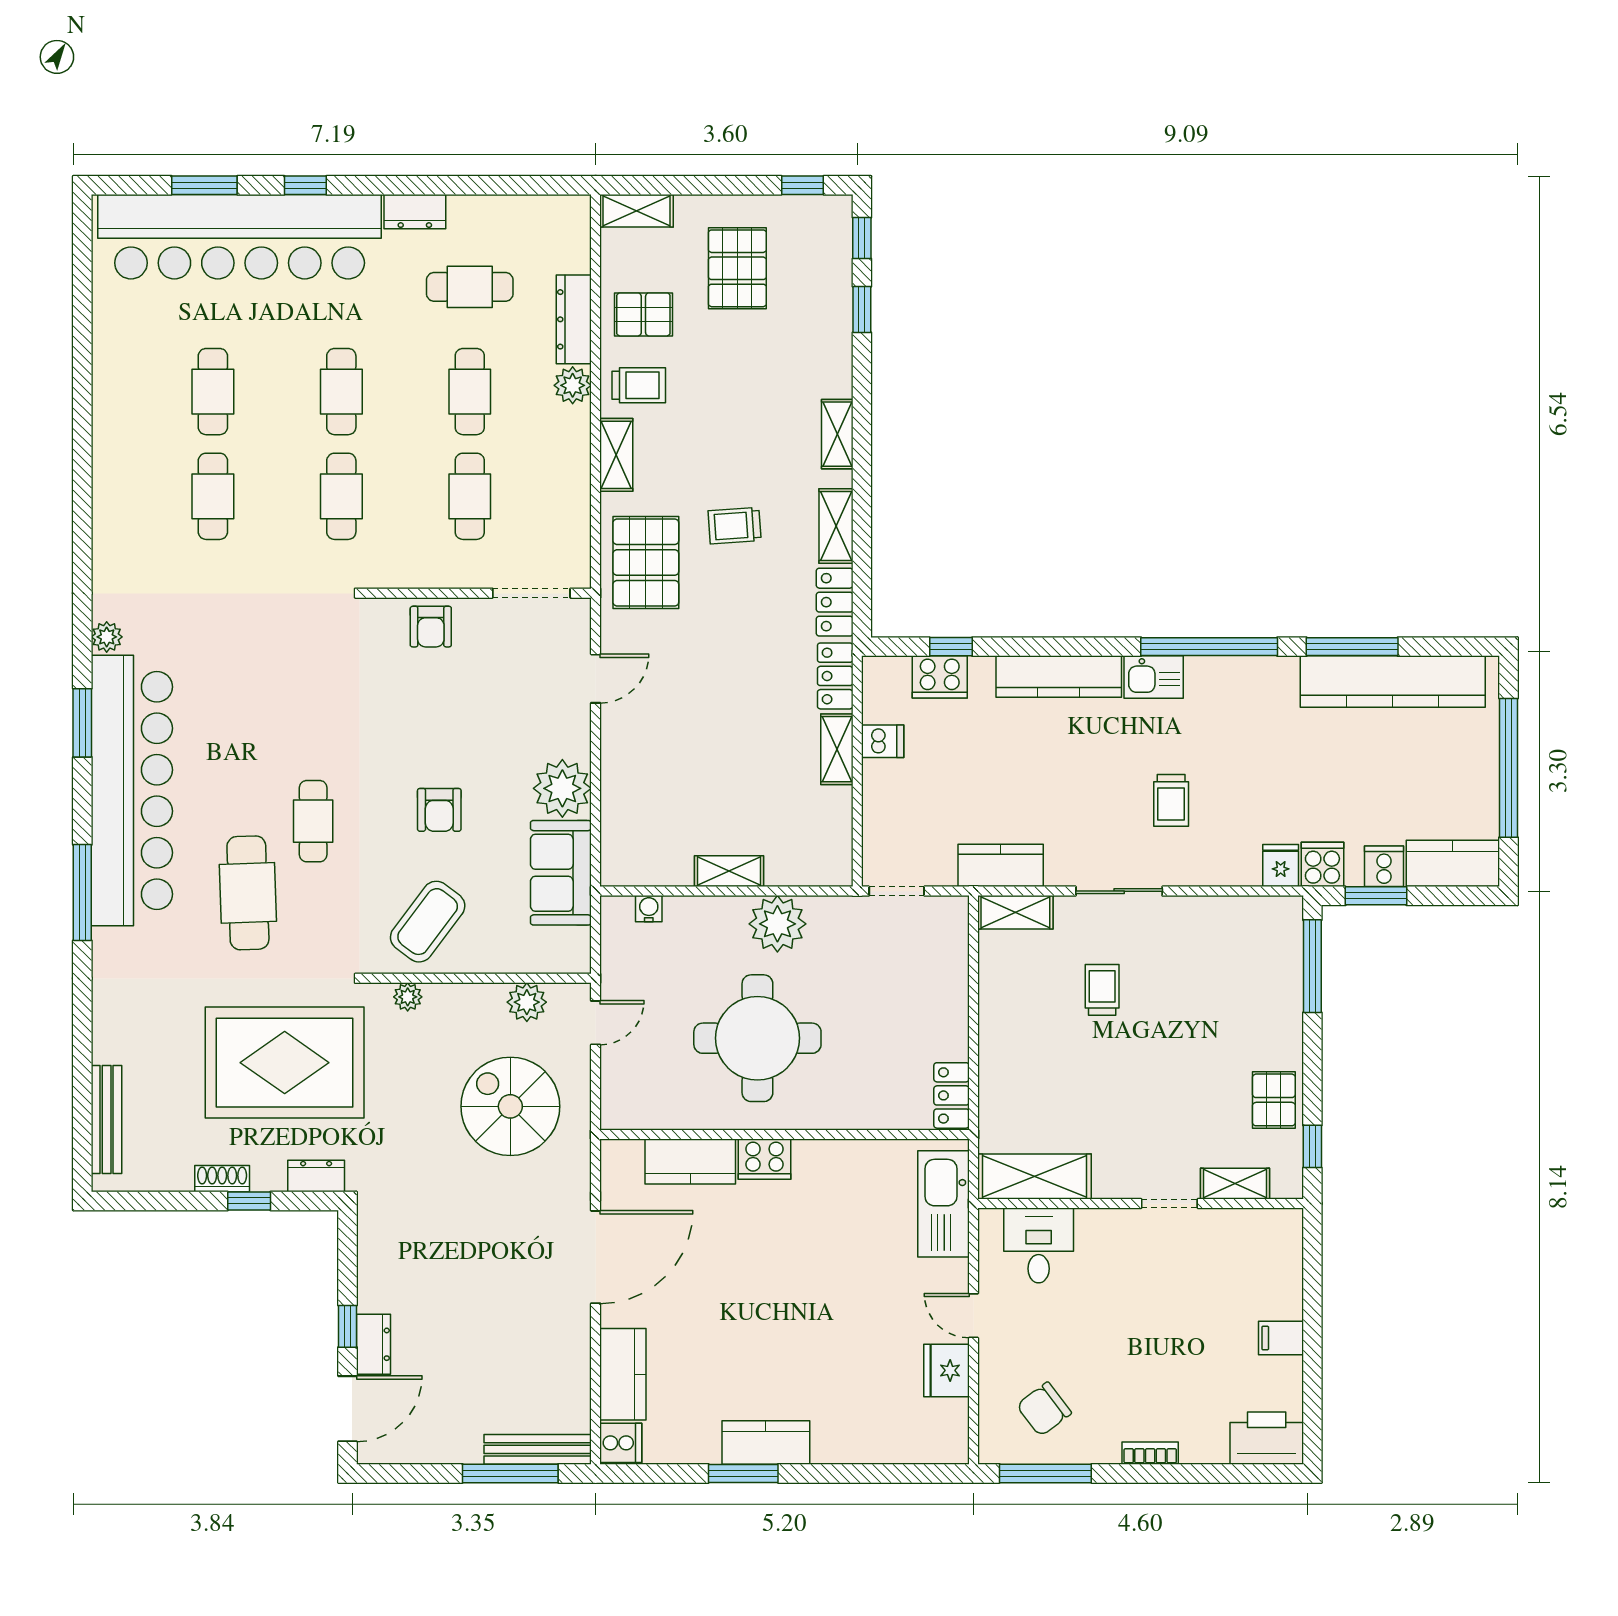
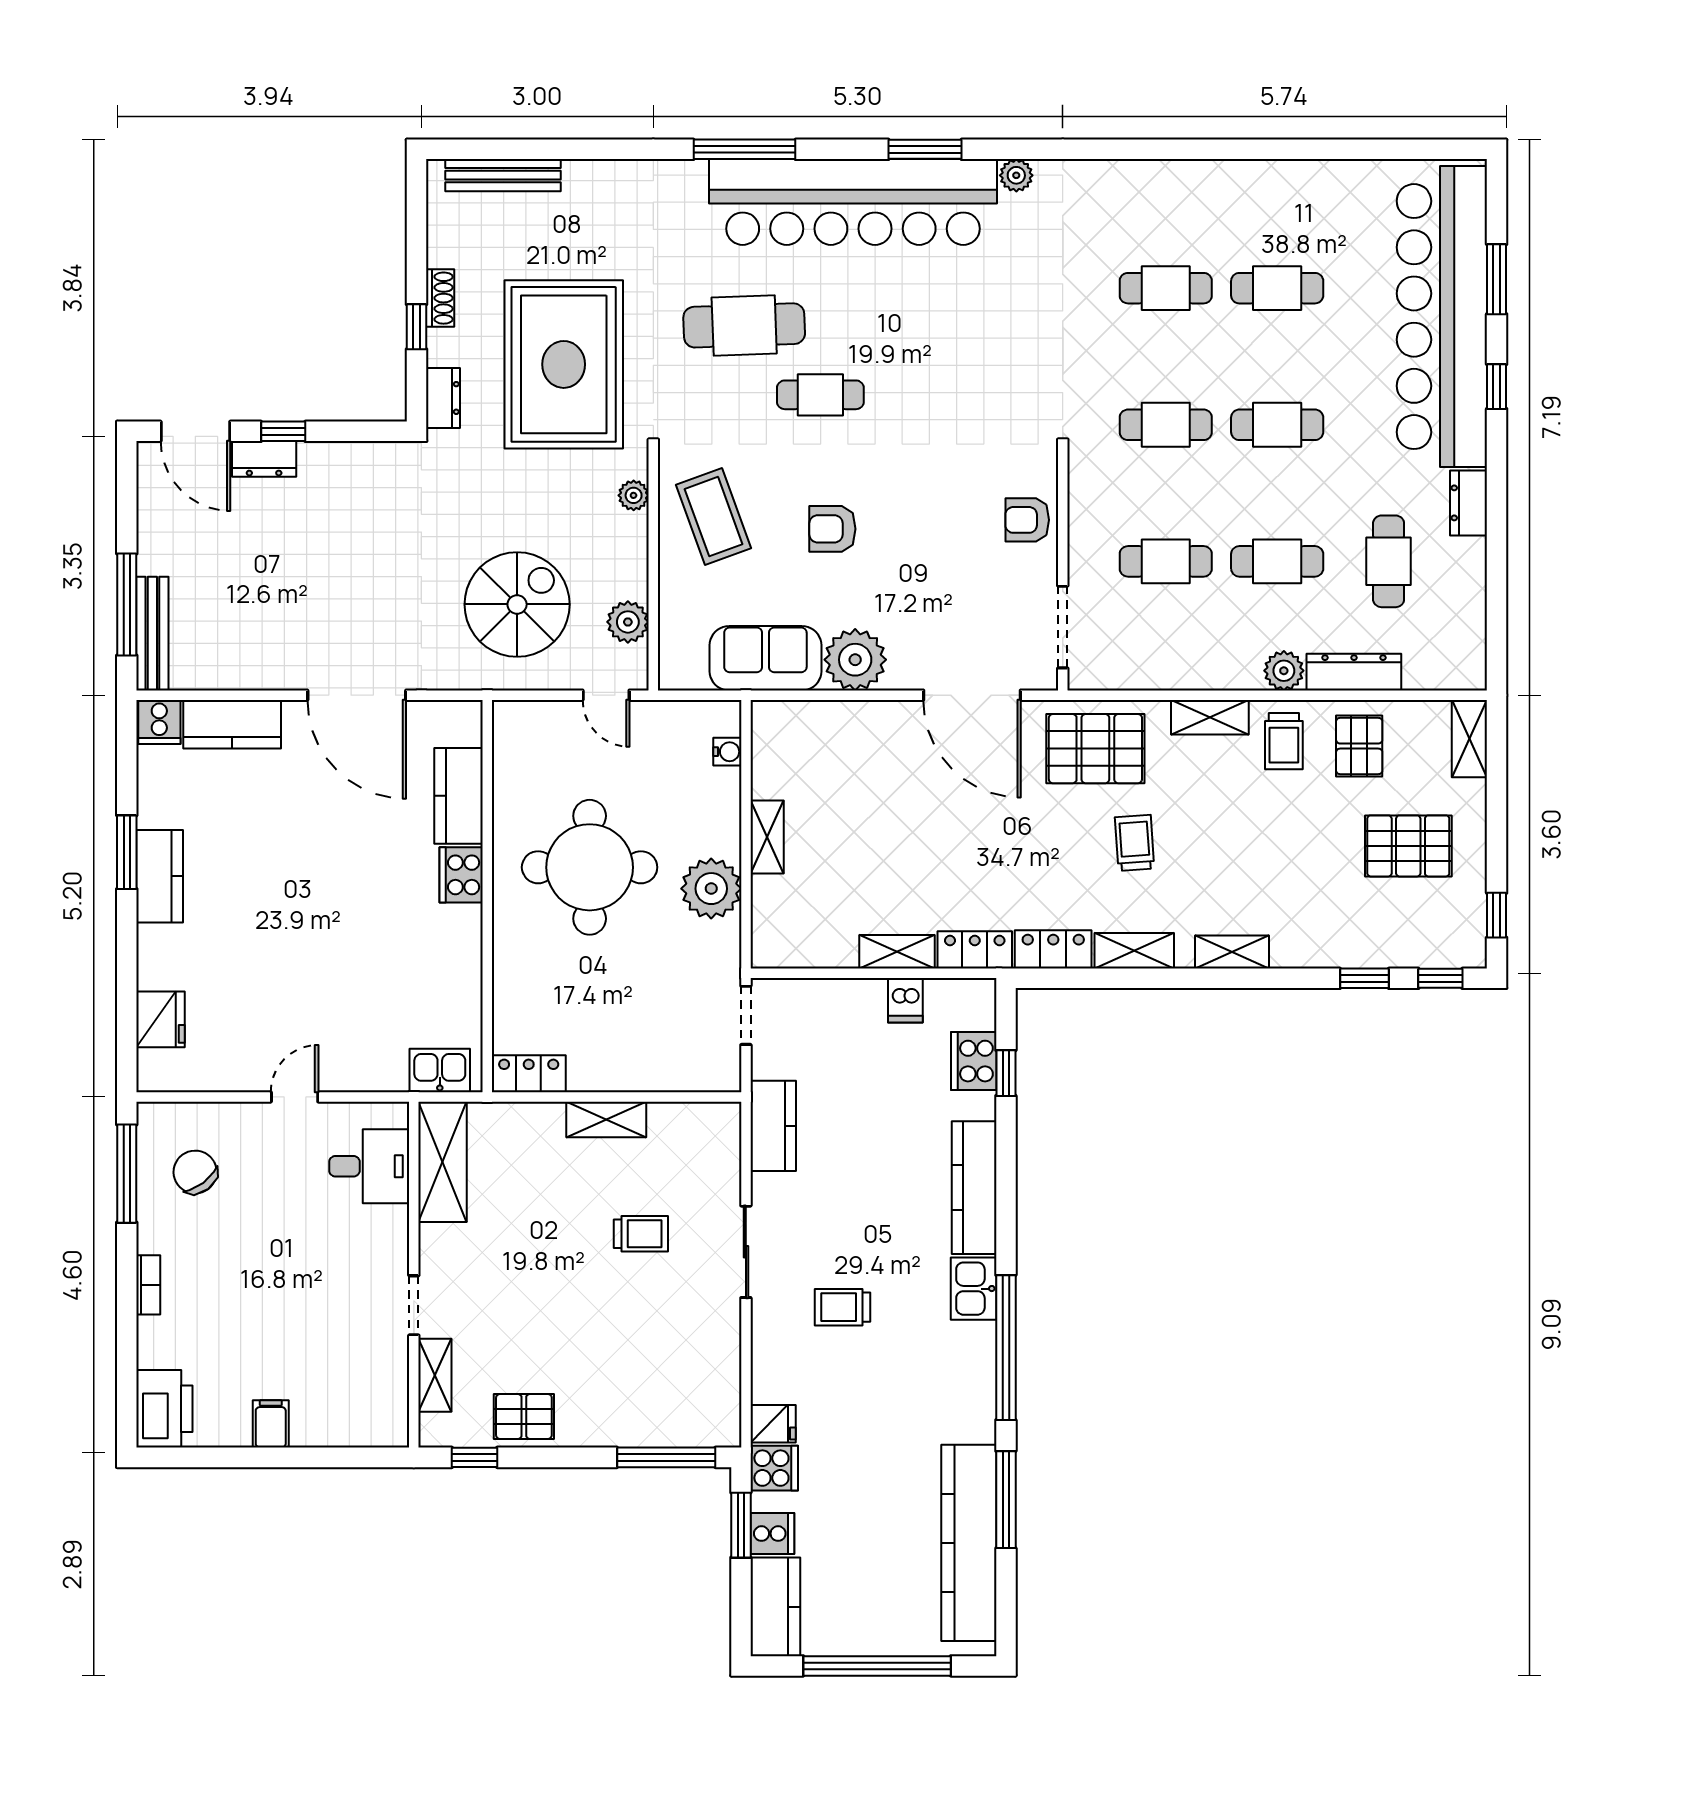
door: (596, 679) -> (972, 695), width x1.88
shelving: (1015, 912) -> (606, 1120), moved, turned 90
coffee table: (428, 922) -> (714, 517), turned 33
kitchen sink: (944, 1204) -> (440, 1070), width x0.53, depth x0.81
fridge: (946, 1370) -> (160, 1019), moved, turned 90

